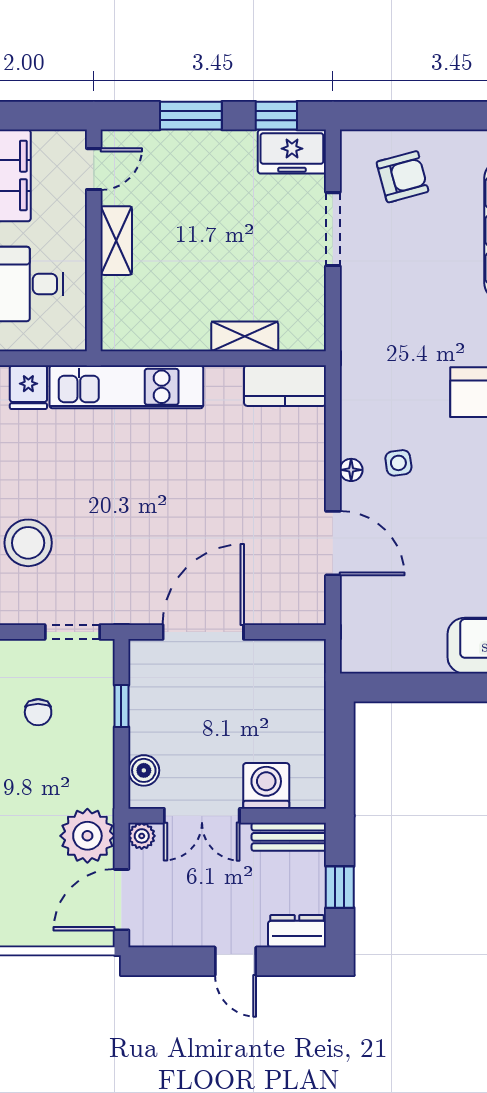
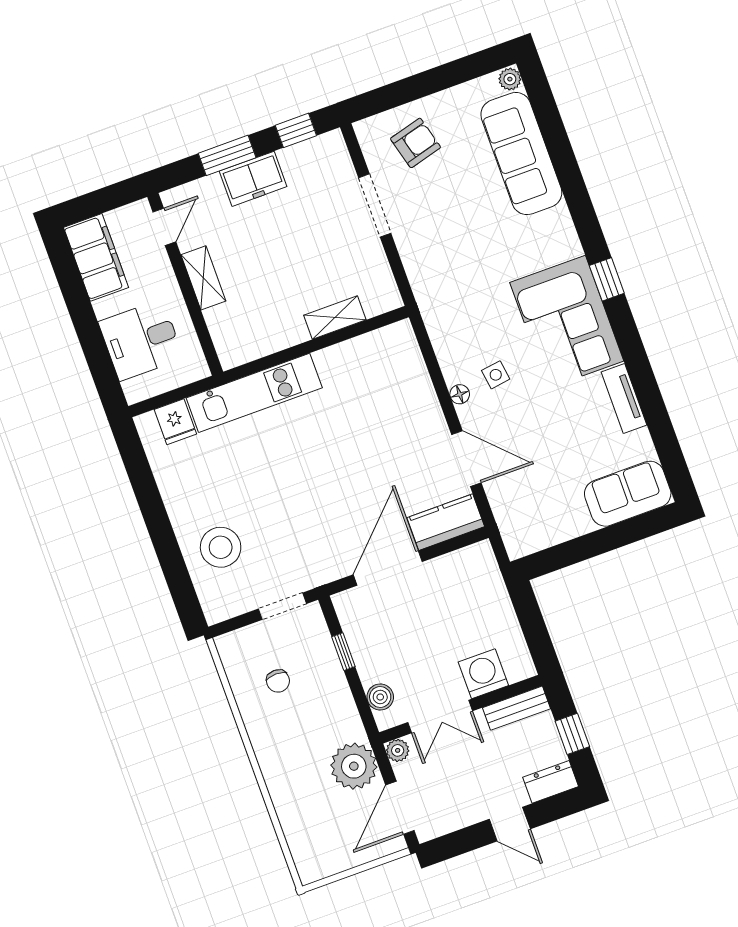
freezer: (292, 152) -> (253, 179), moved
kitchen counter: (285, 386) -> (446, 522), moved, turned 180

